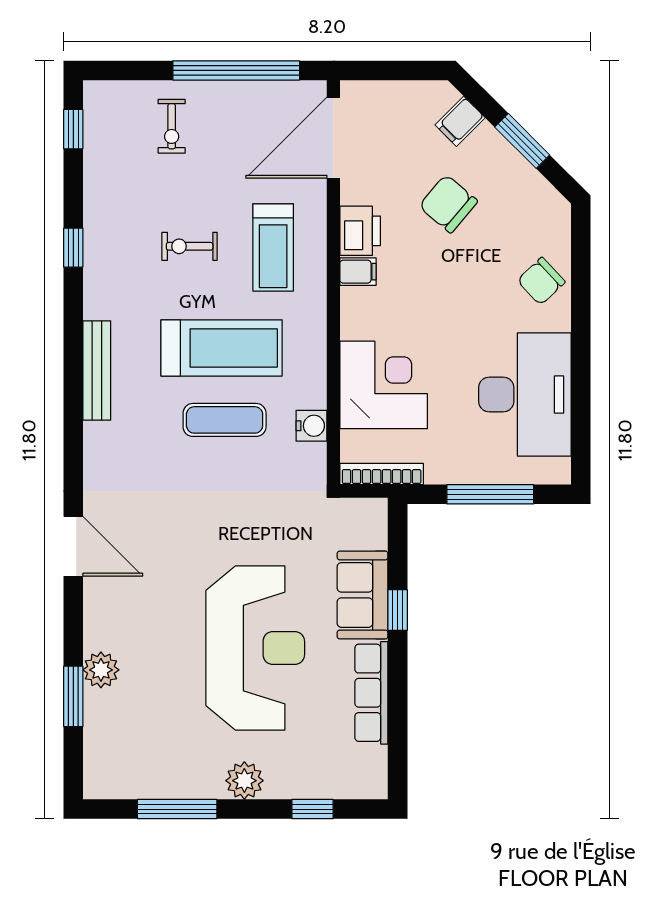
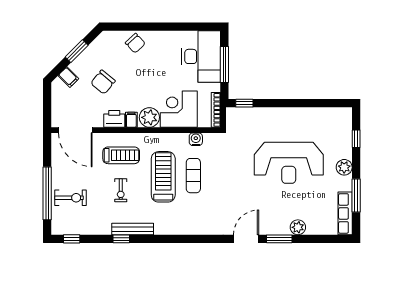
window: (236, 70) -> (47, 193), moved
exercise bike: (172, 126) -> (70, 198), width x1.38, depth x1.39
plant: (364, 315) -> (149, 117), added
bench: (97, 371) -> (133, 229), moved
desk: (525, 394) -> (201, 56), moved, turned 90
sofa: (363, 595) -> (267, 118), removed
window: (398, 610) -> (244, 103), moved
reception desk: (255, 648) -> (289, 163), turned 180
row of seats: (371, 693) -> (345, 213), moved, turned 90
window: (73, 696) -> (279, 239), moved

